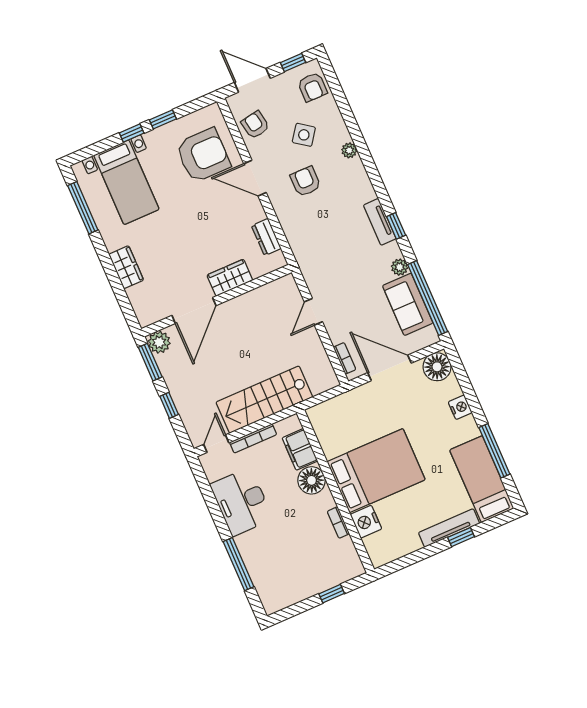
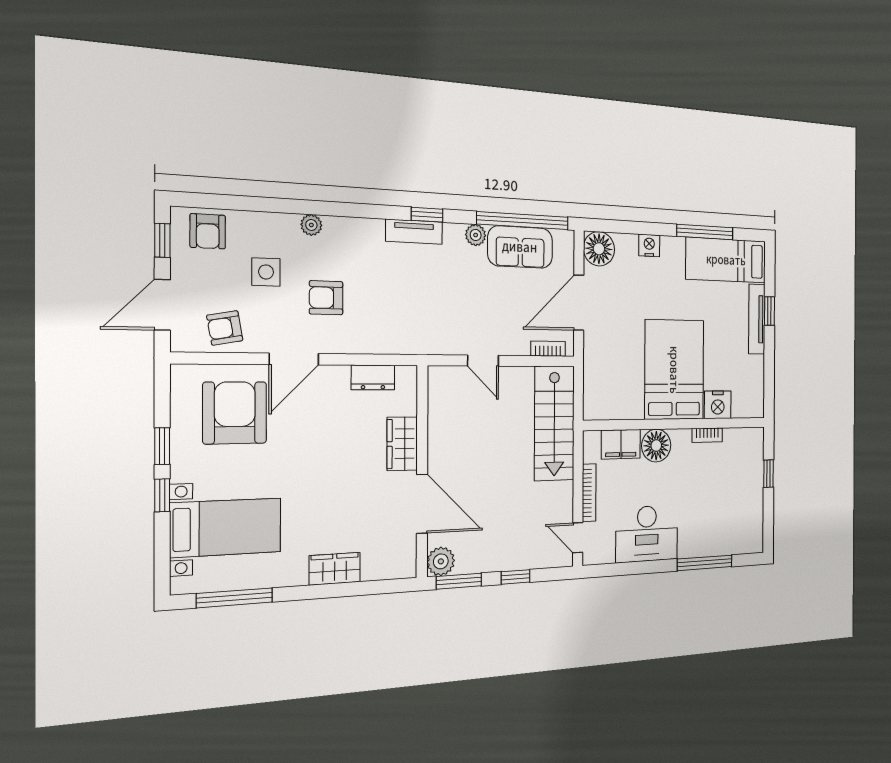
armchair: (312, 87) -> (208, 231), turned 90
side table: (304, 135) -> (266, 272), turned -36
stairs: (264, 400) -> (554, 423), moved

